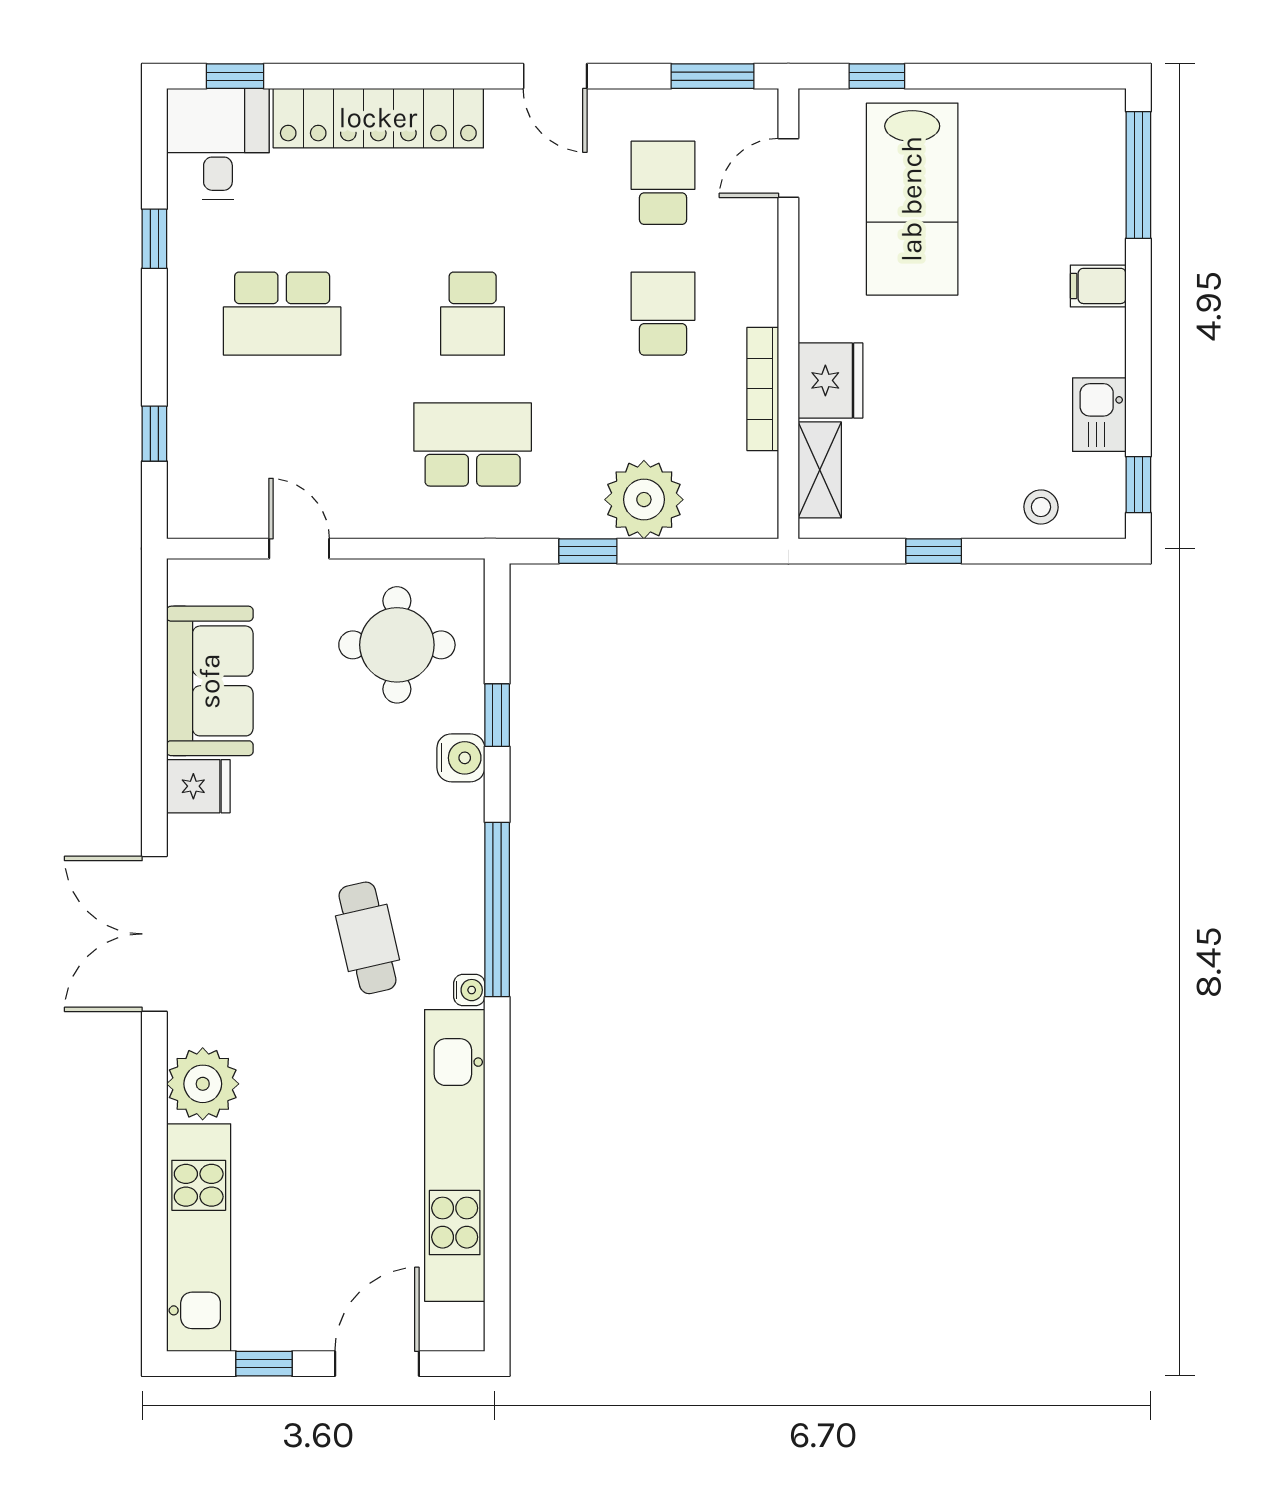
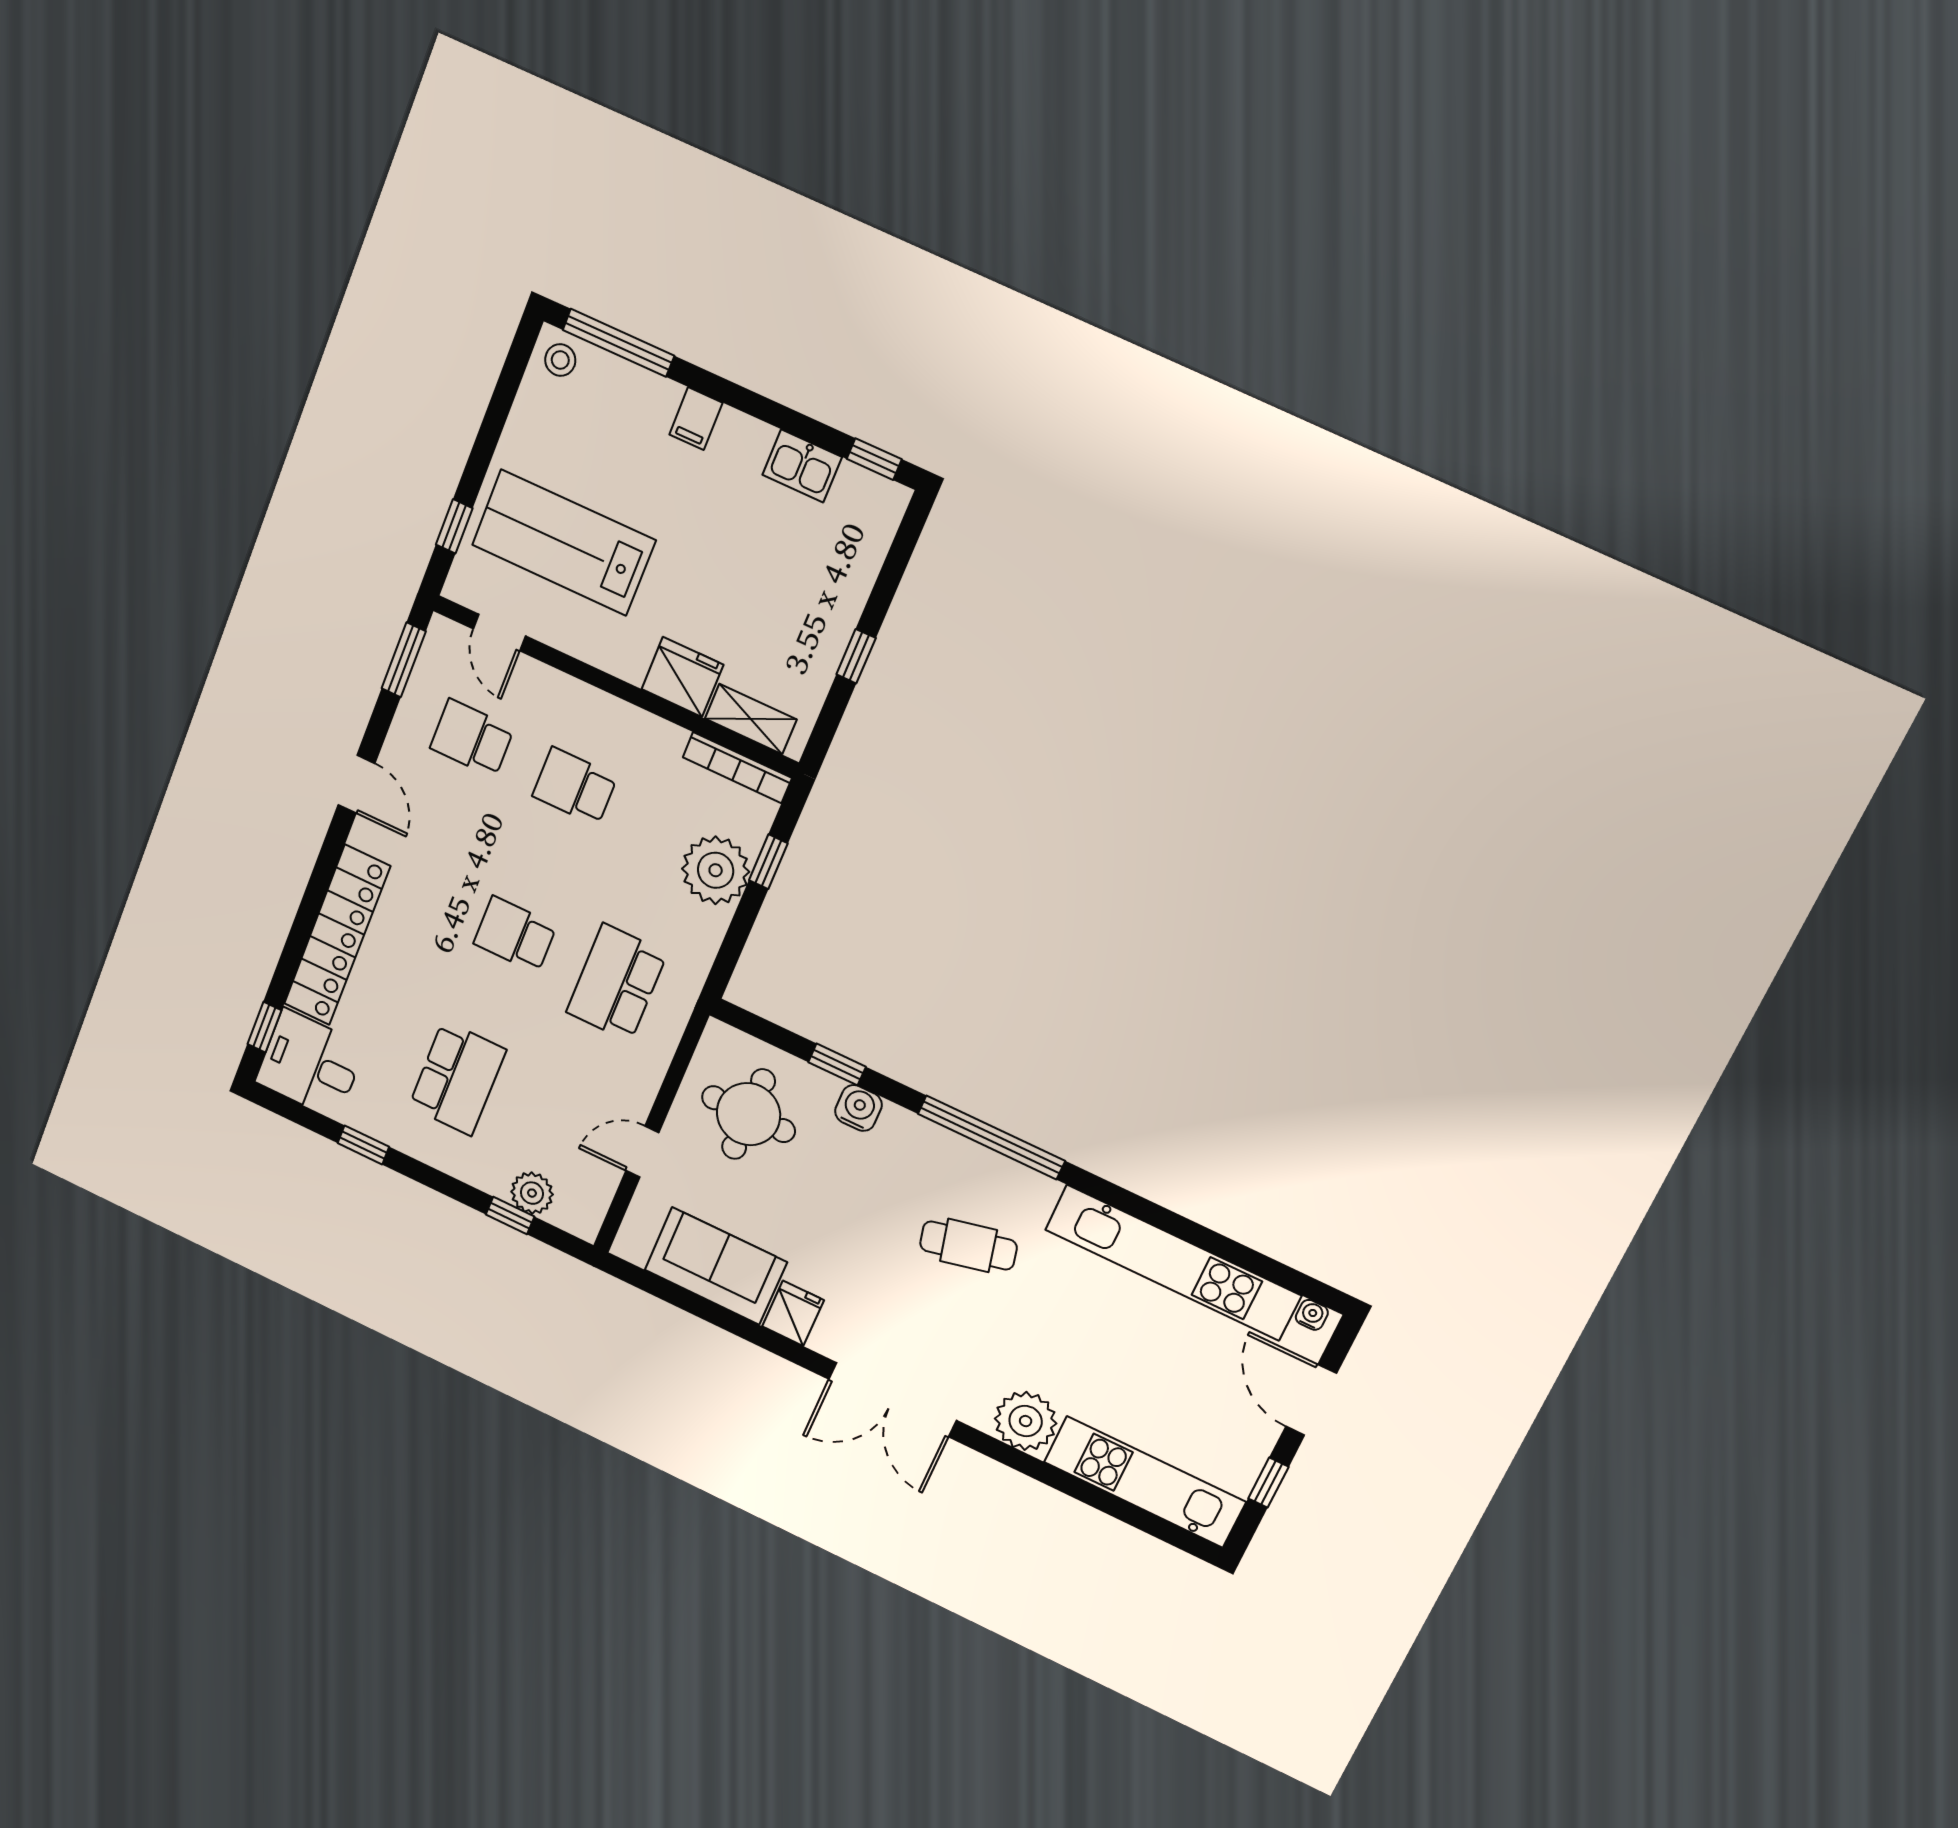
door: (555, 76) -> (357, 784), hinge flipped
lab bench: (912, 199) -> (564, 543), turned 180
school desk: (473, 314) -> (515, 935), turned 180
bookcase: (763, 389) -> (737, 768), moved
plant: (192, 447) -> (532, 1193), added
stool: (1041, 507) -> (560, 360), moved
window: (588, 551) -> (768, 862), moved
water cooler: (469, 990) -> (1312, 1315), moved

